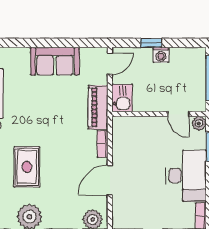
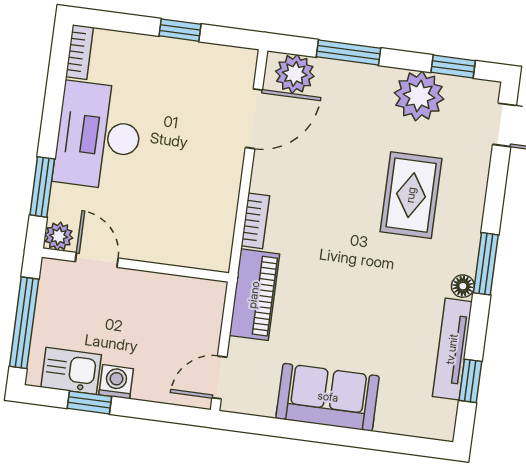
window: (151, 43) -> (89, 402), moved
kitchen sink: (122, 98) -> (71, 371), moved, turned 90
door: (110, 180) -> (254, 119), moved

